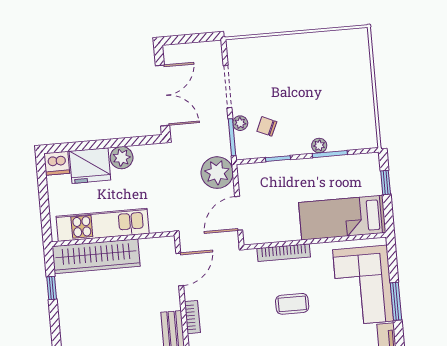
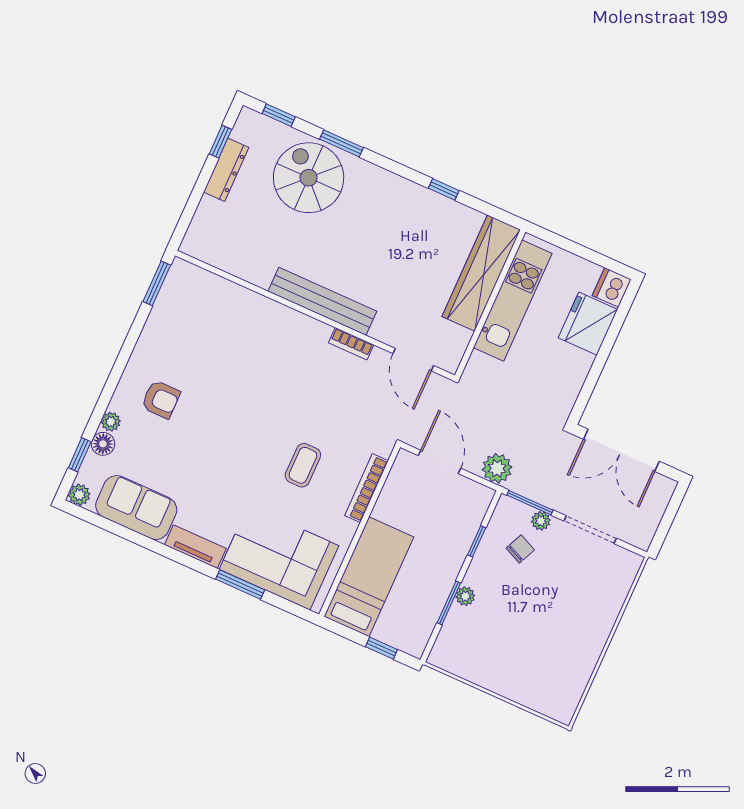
plant: (122, 158) -> (577, 364), removed
plant: (217, 173) -> (497, 468), width x0.73, depth x0.73
window: (52, 288) -> (444, 189), moved

